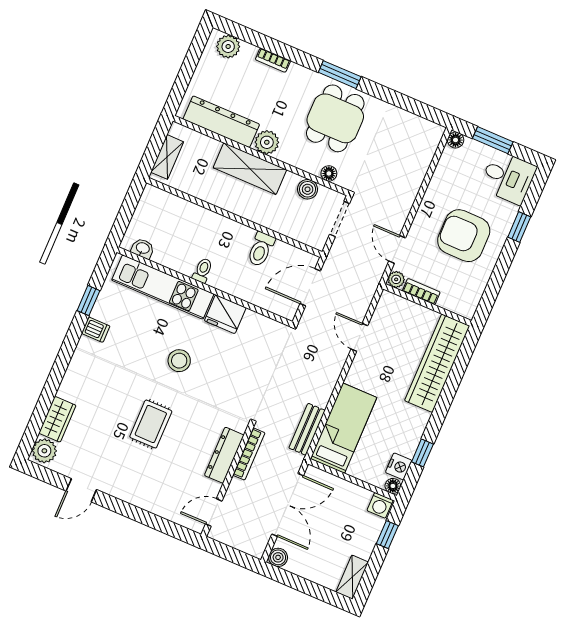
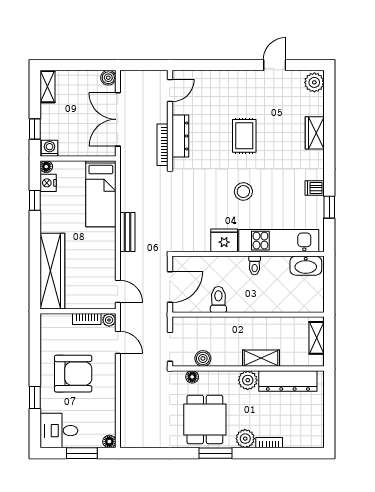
plant: (228, 47) -> (245, 439), moved
shelving: (250, 169) -> (261, 358), width x0.67, depth x0.75
washbasin: (143, 248) -> (306, 266), width x1.91, depth x1.45
door: (359, 337) -> (118, 291), moved
wardrobe: (57, 419) -> (315, 133), moved
bench: (307, 429) -> (127, 232), moved

